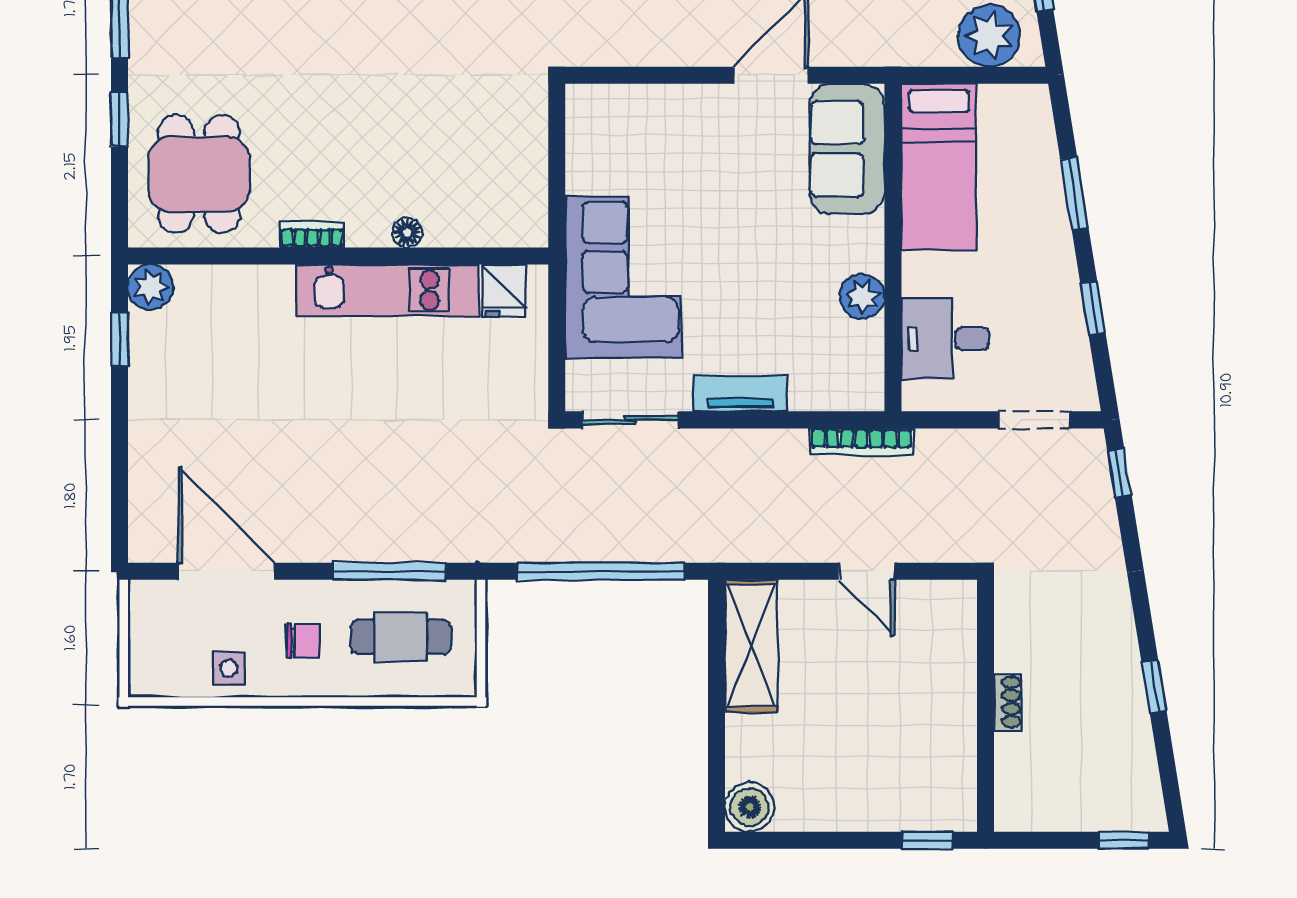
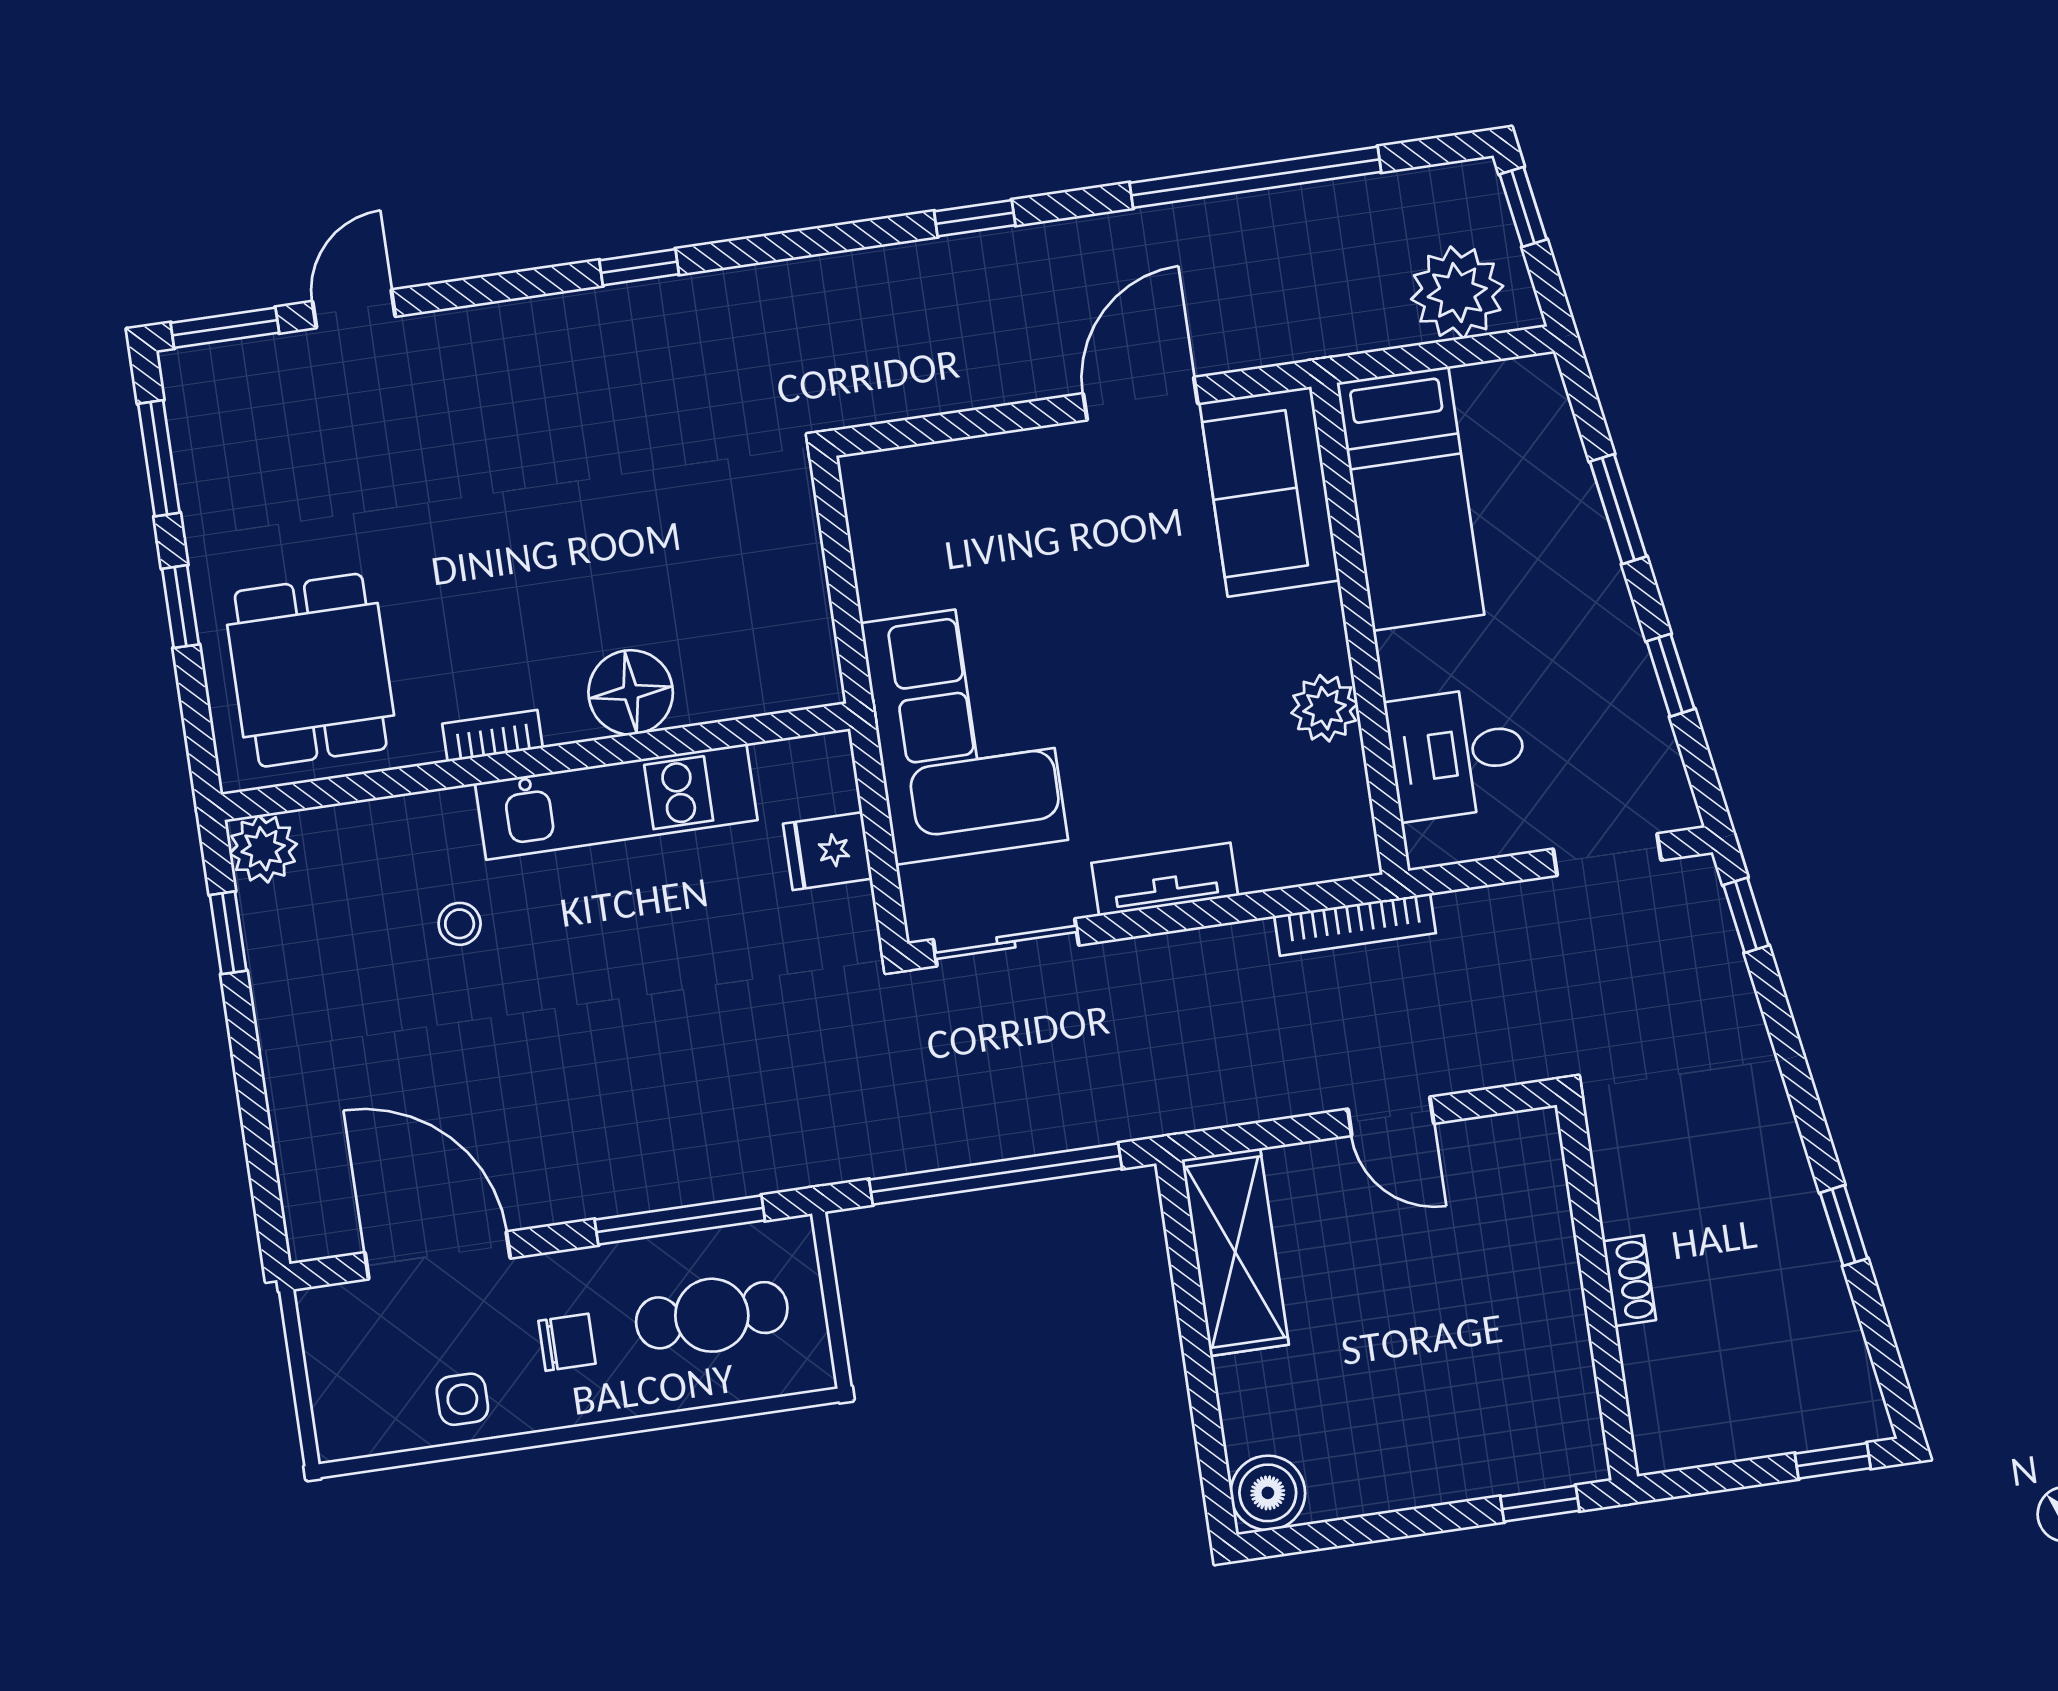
floor lamp: (407, 233) -> (631, 692), width x1.89, depth x1.89
fridge: (504, 291) -> (828, 851), moved, turned 90
stool: (273, 355) -> (460, 924), added

